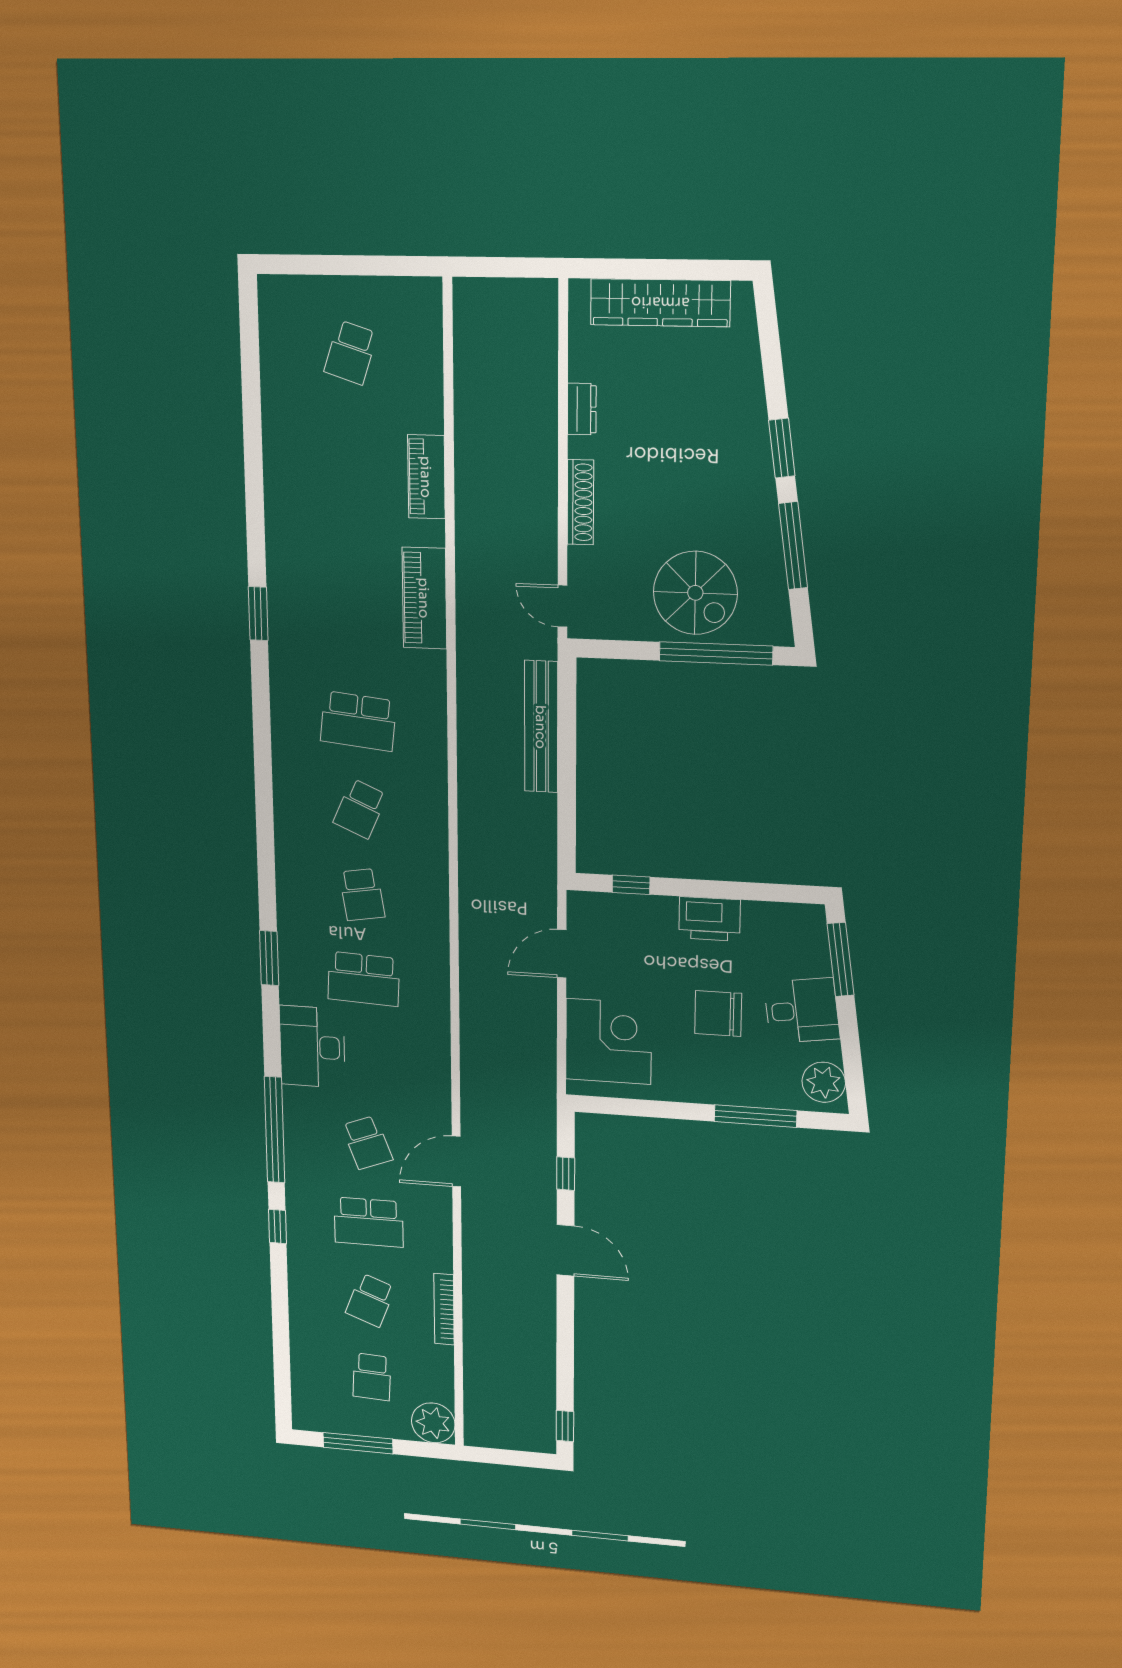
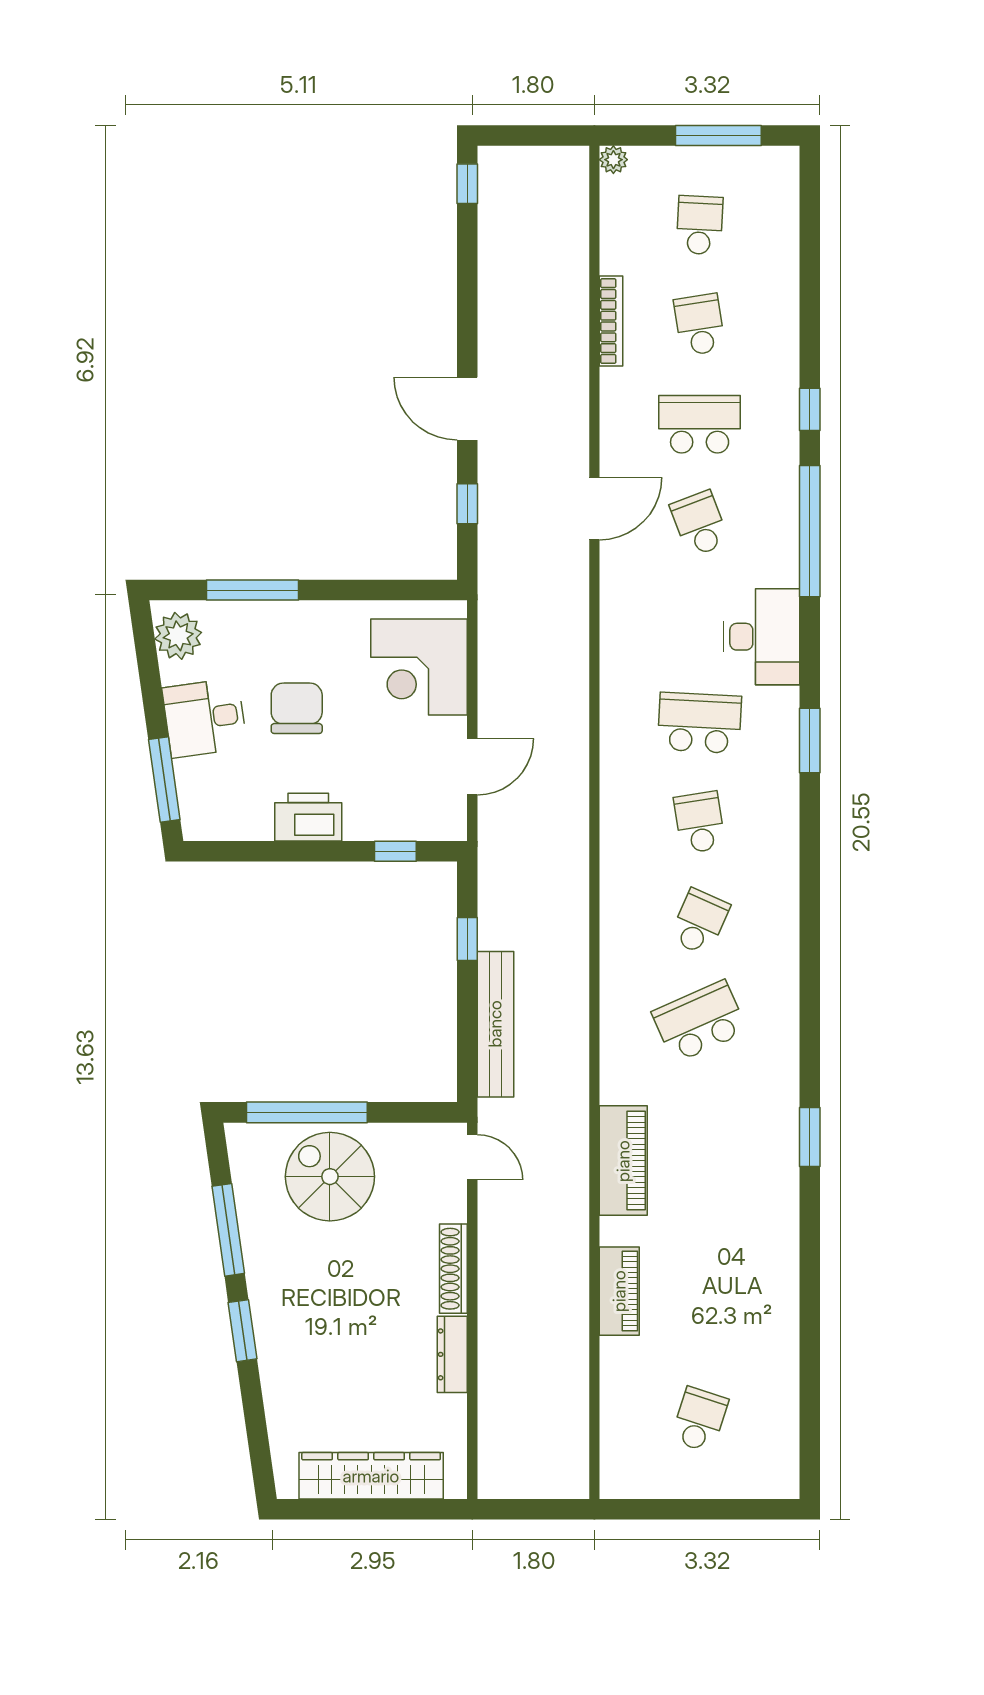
dresser: (582, 409) -> (452, 1354), width x1.44
school desk: (358, 721) -> (700, 1021), turned -30
window: (567, 804) -> (467, 939), added
chair: (718, 1014) -> (297, 708), turned -90
school desk: (370, 1300) -> (700, 325), turned -30
plant: (433, 1423) -> (613, 160), width x0.53, depth x0.53

